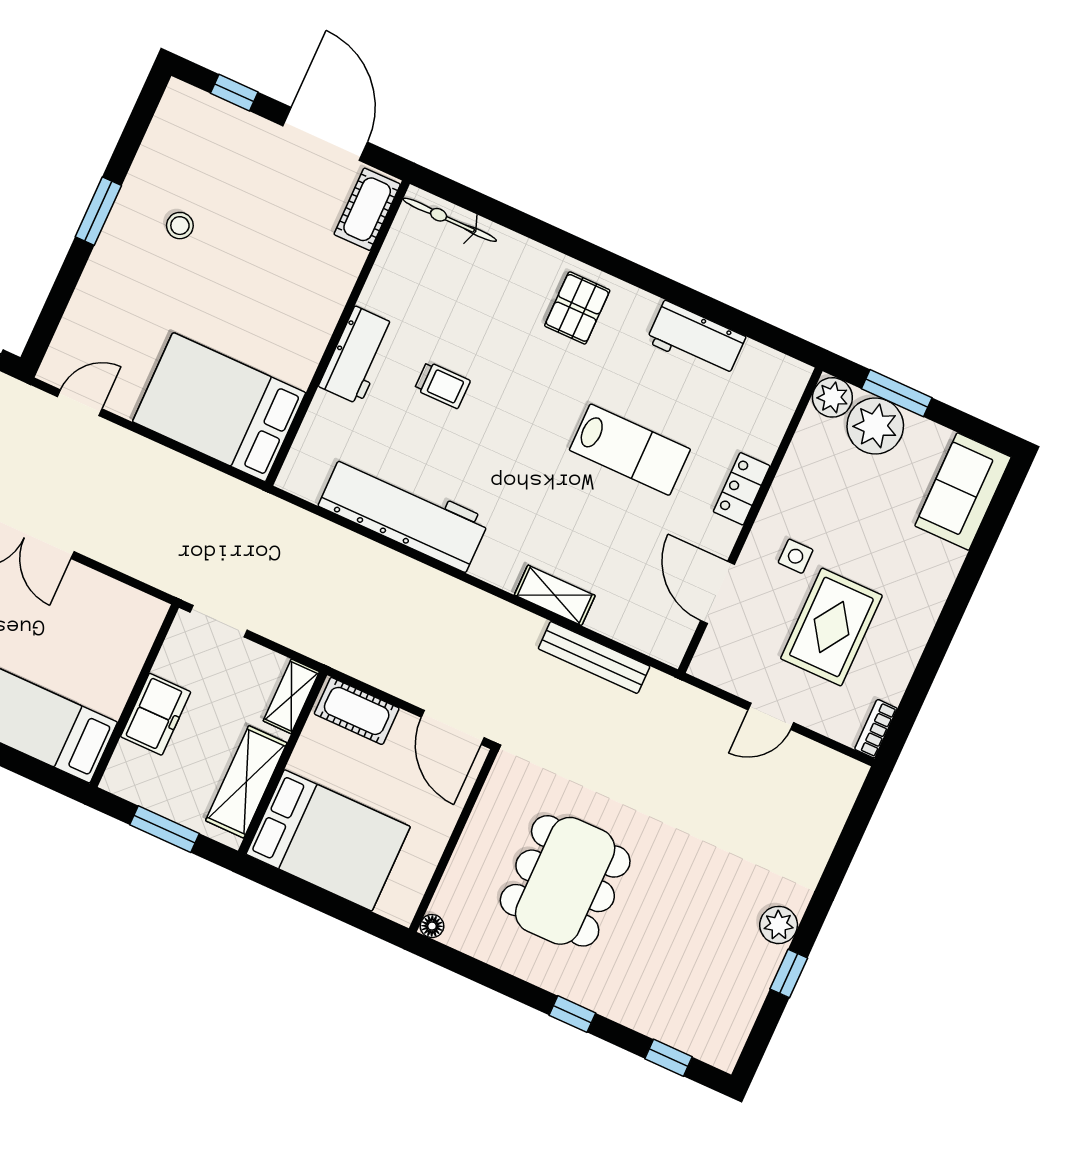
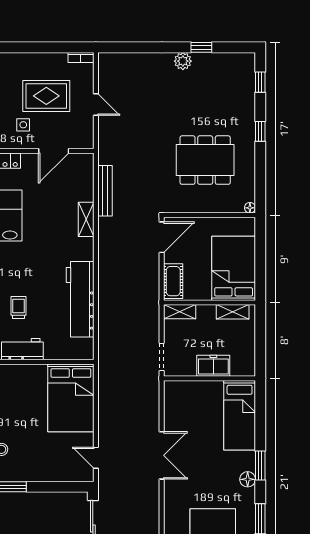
shelving: (246, 782) -> (233, 312), width x0.67, depth x0.75
window: (164, 829) -> (260, 340), removed

